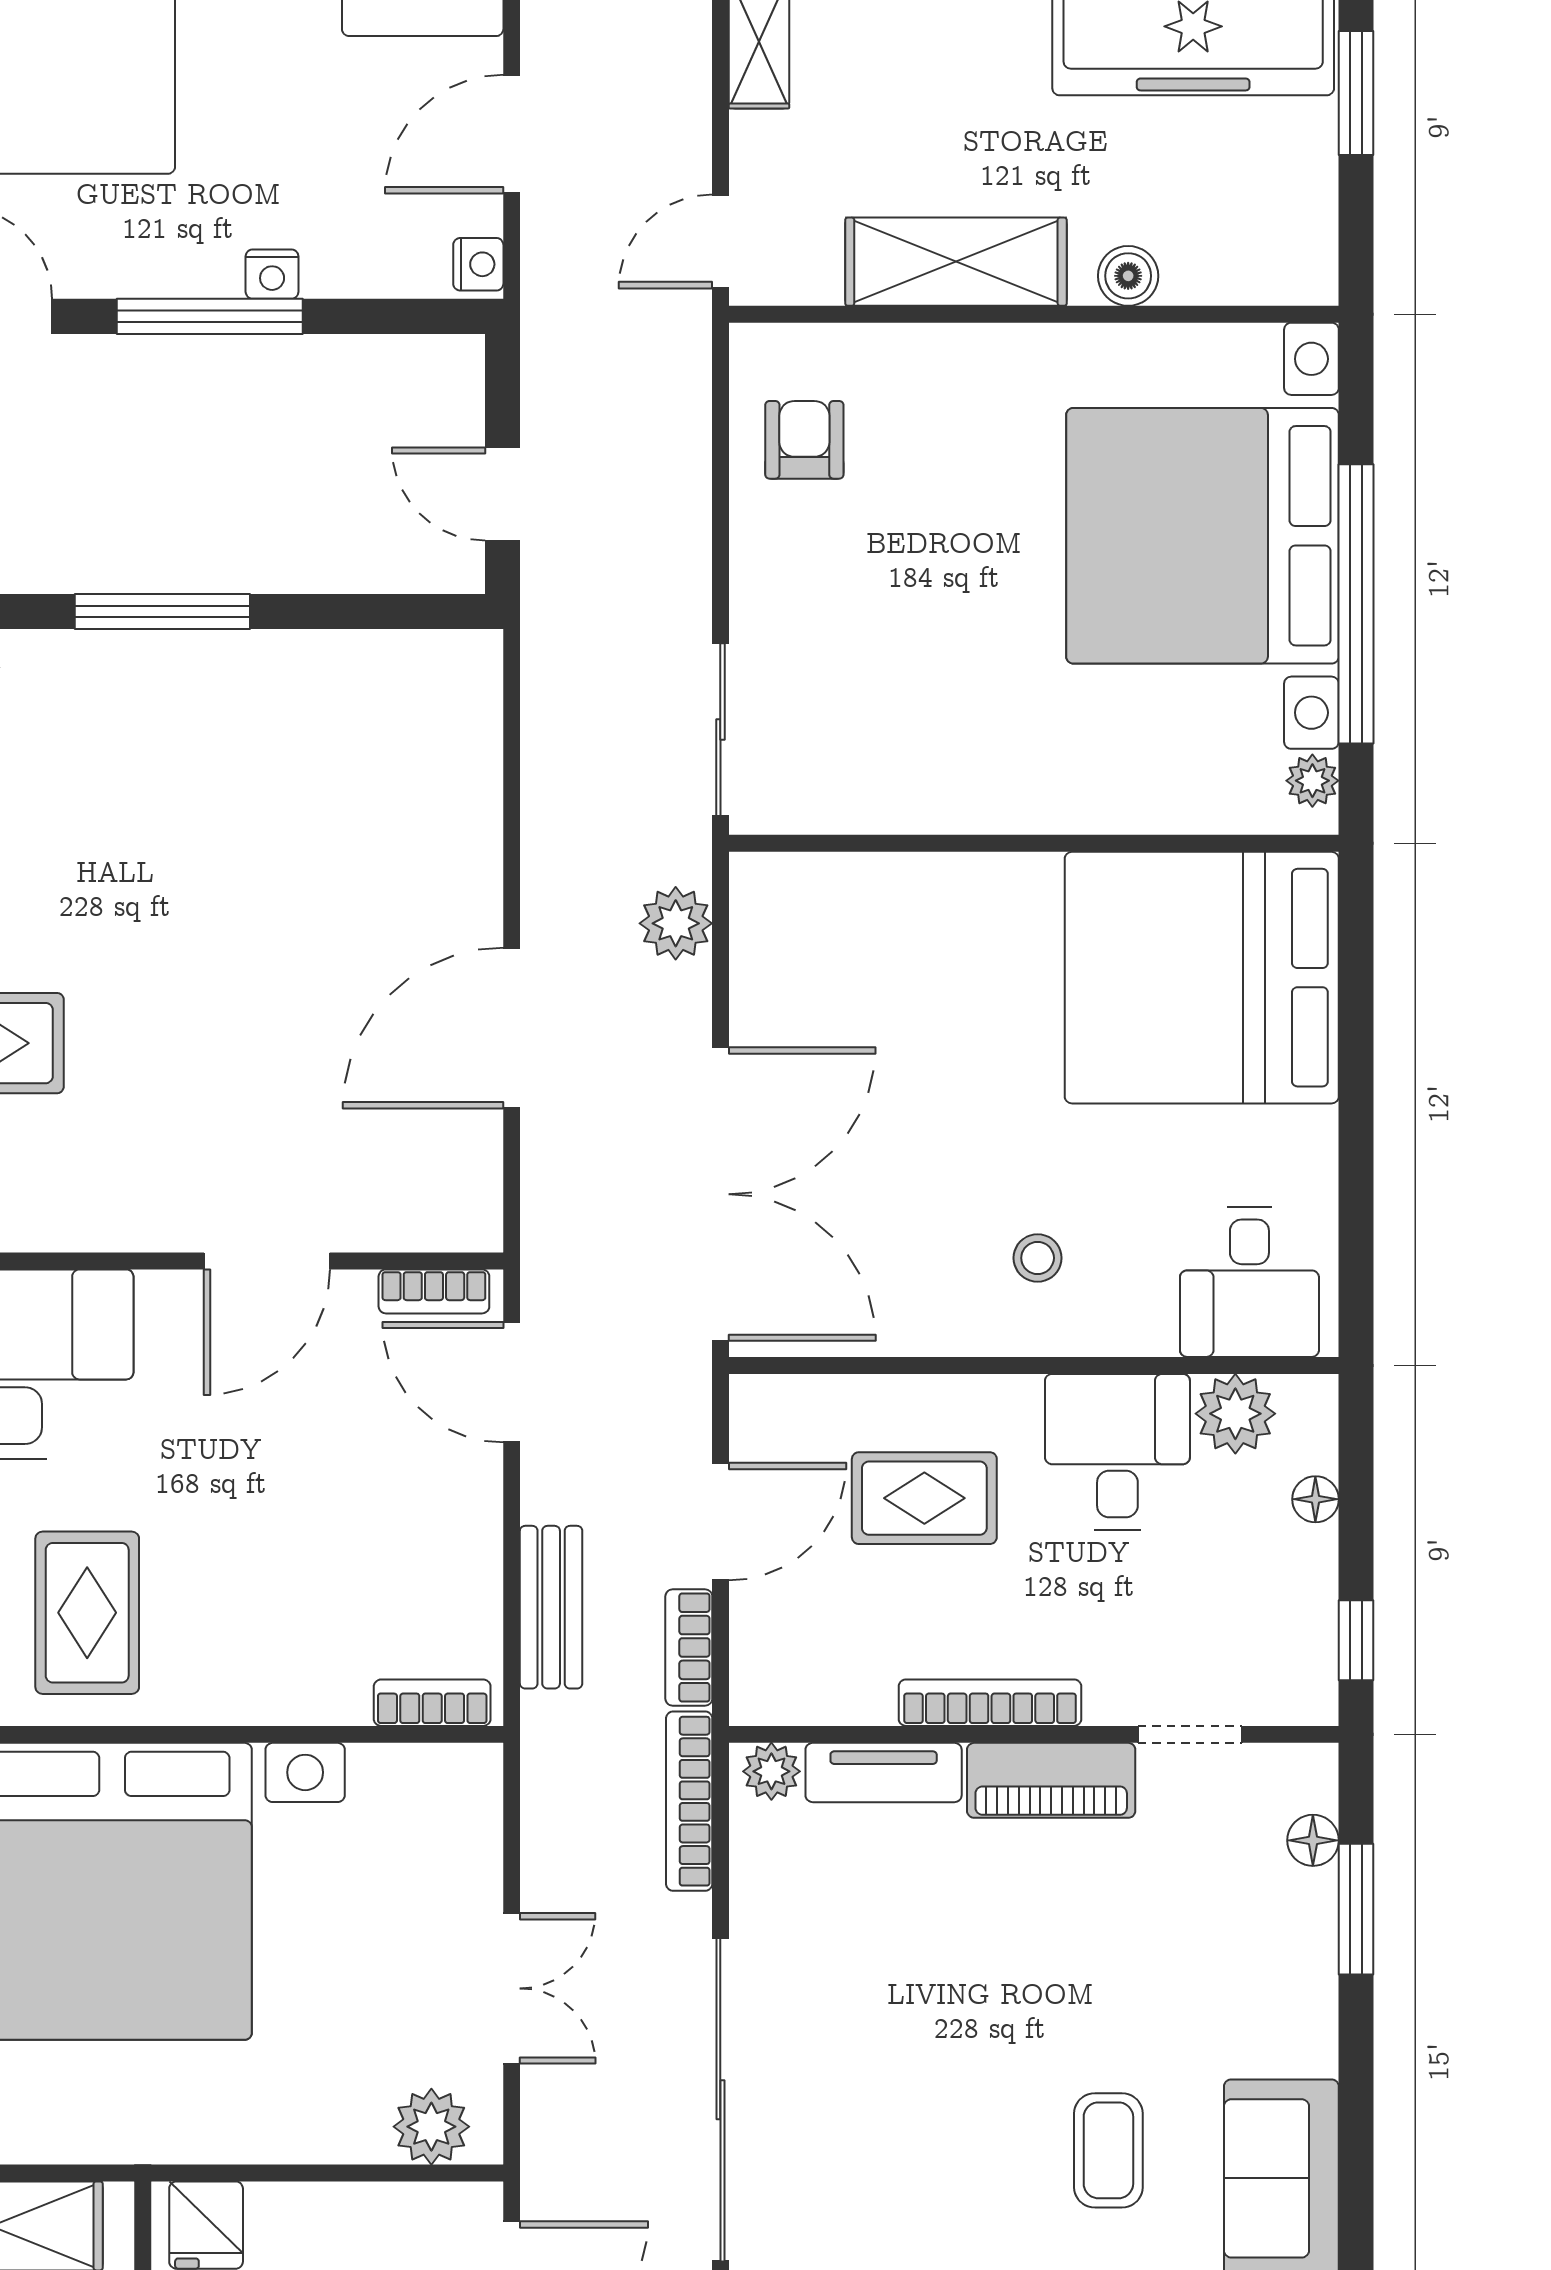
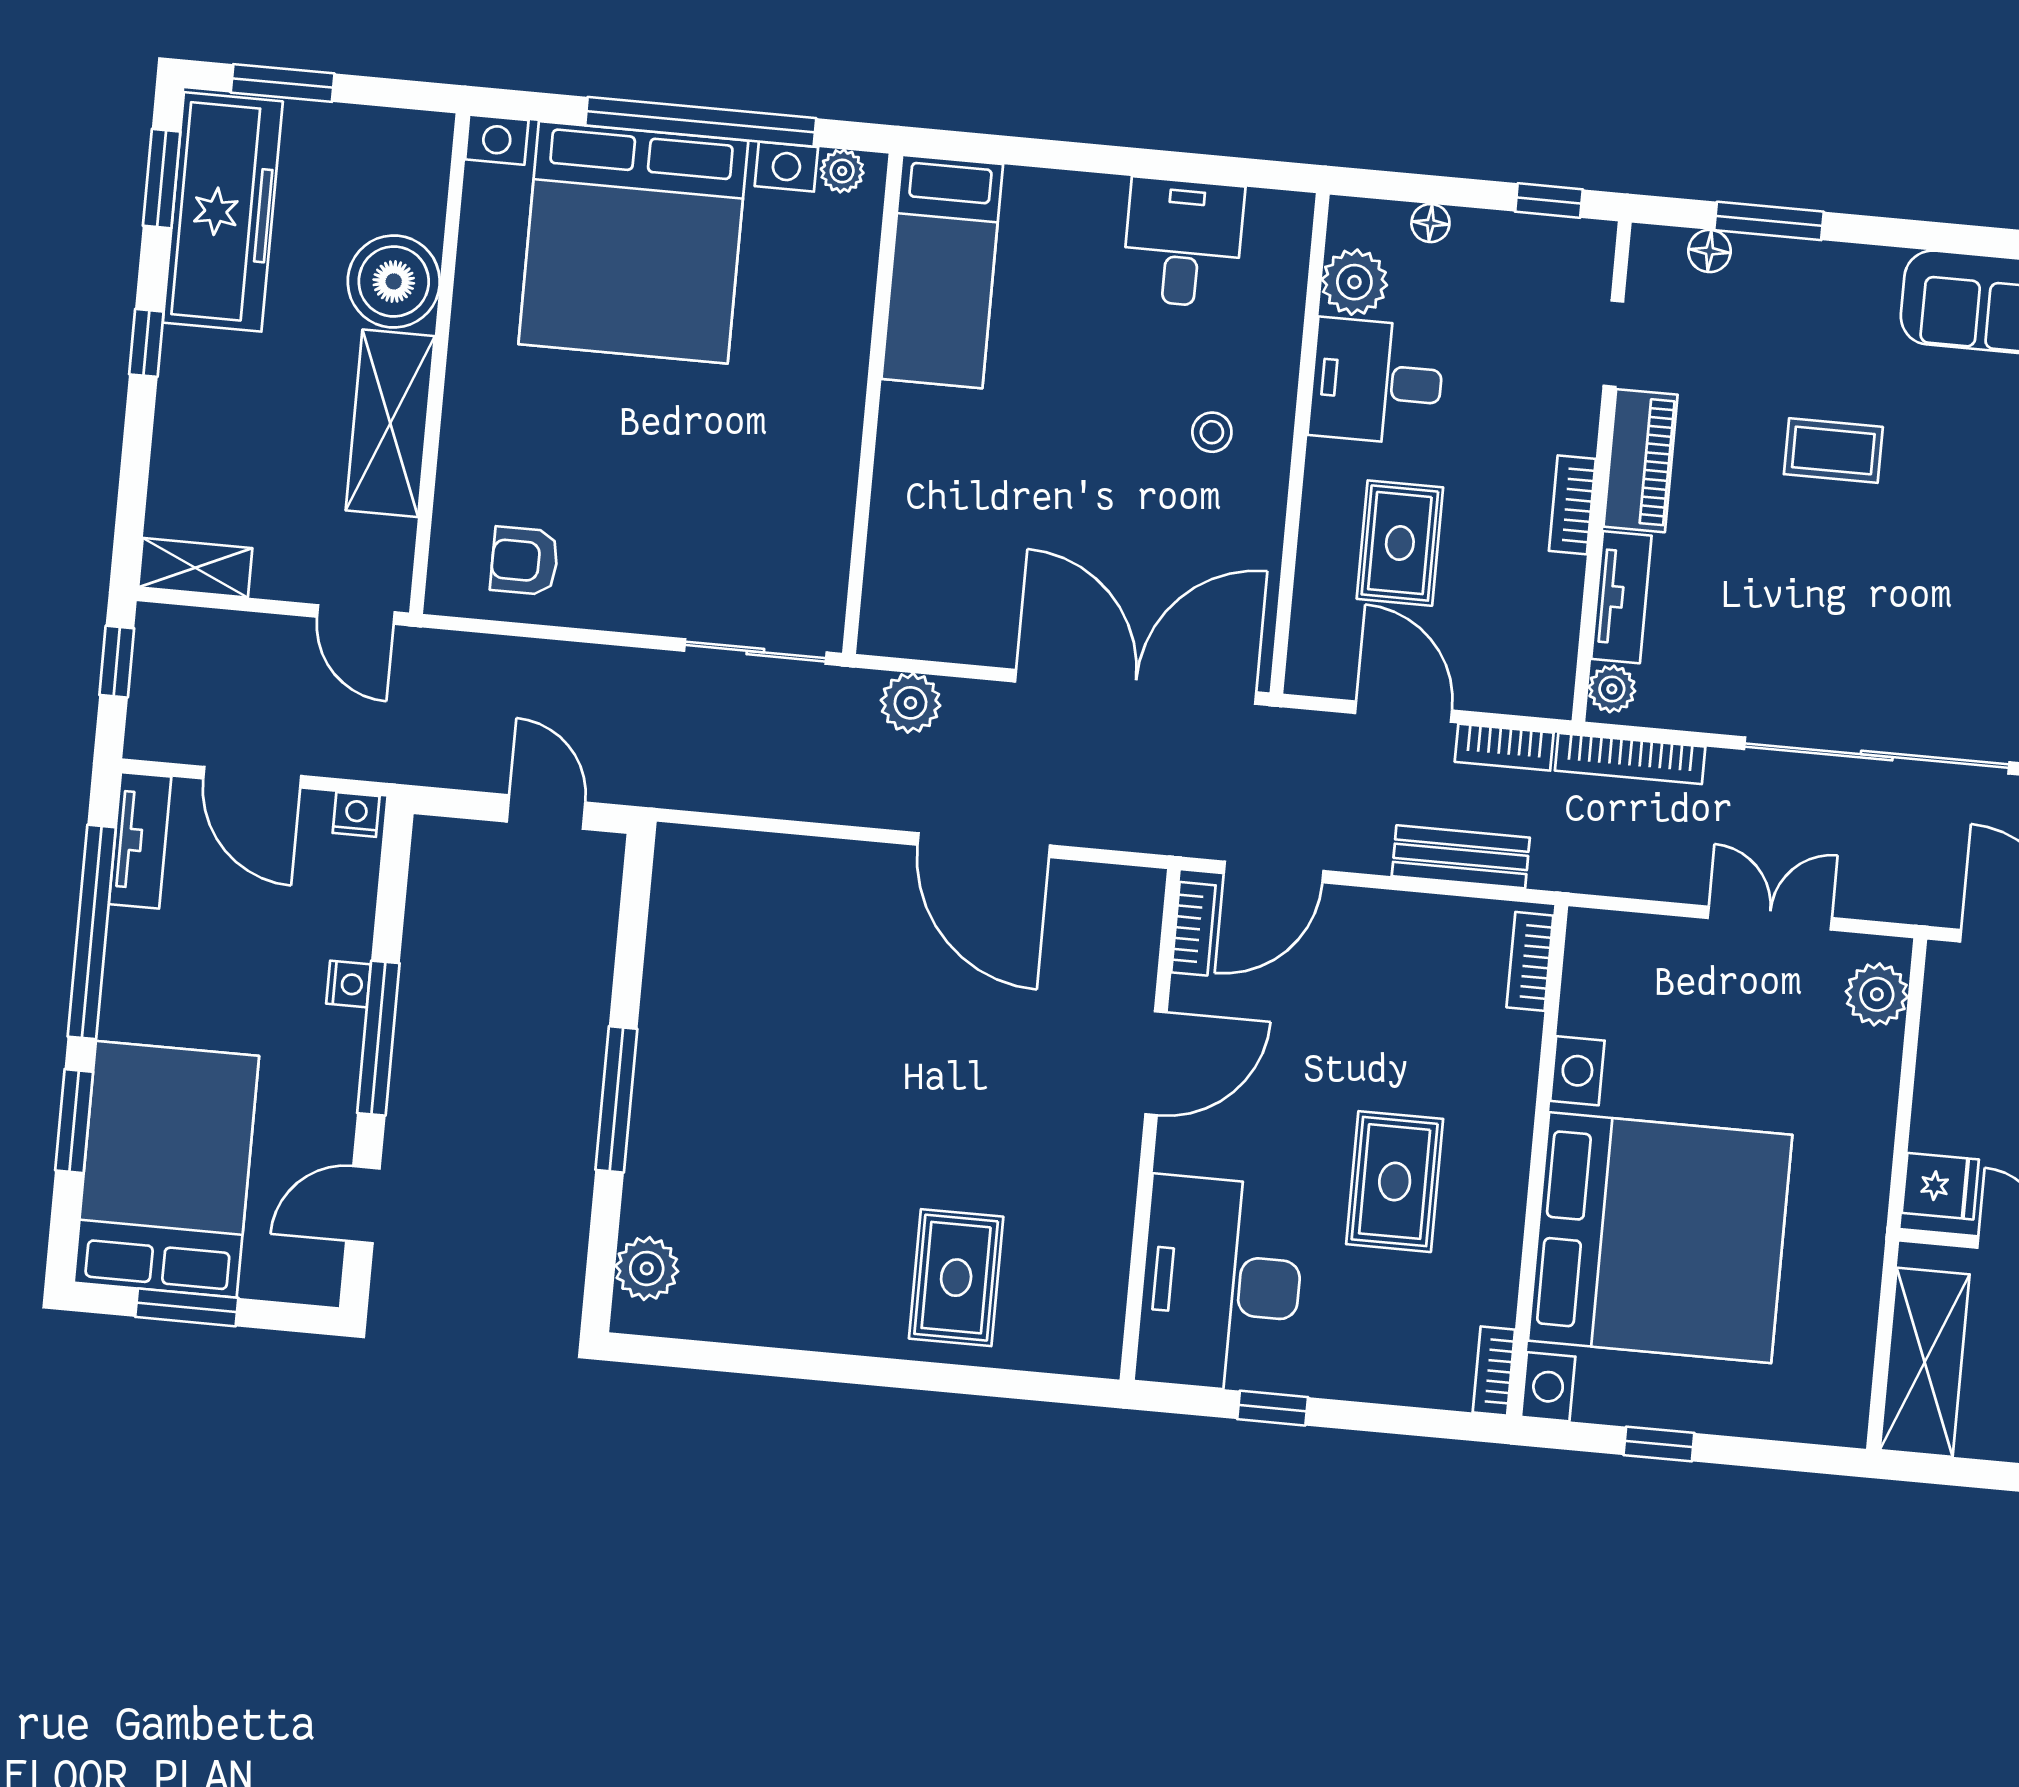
boiler: (1128, 276) -> (394, 281), width x1.86, depth x1.86
door: (503, 494) -> (546, 812), swing flipped
bed: (1202, 978) -> (942, 272), width x0.49
door: (267, 1261) -> (1156, 1063), hinge flipped
desk: (1249, 1282) -> (1183, 243), moved, turned -90
rug: (87, 1613) -> (1395, 1182), moved, turned 90
bookcase: (990, 1703) -> (1572, 505), width x0.64
coffee table: (1108, 2150) -> (1833, 451), moved

